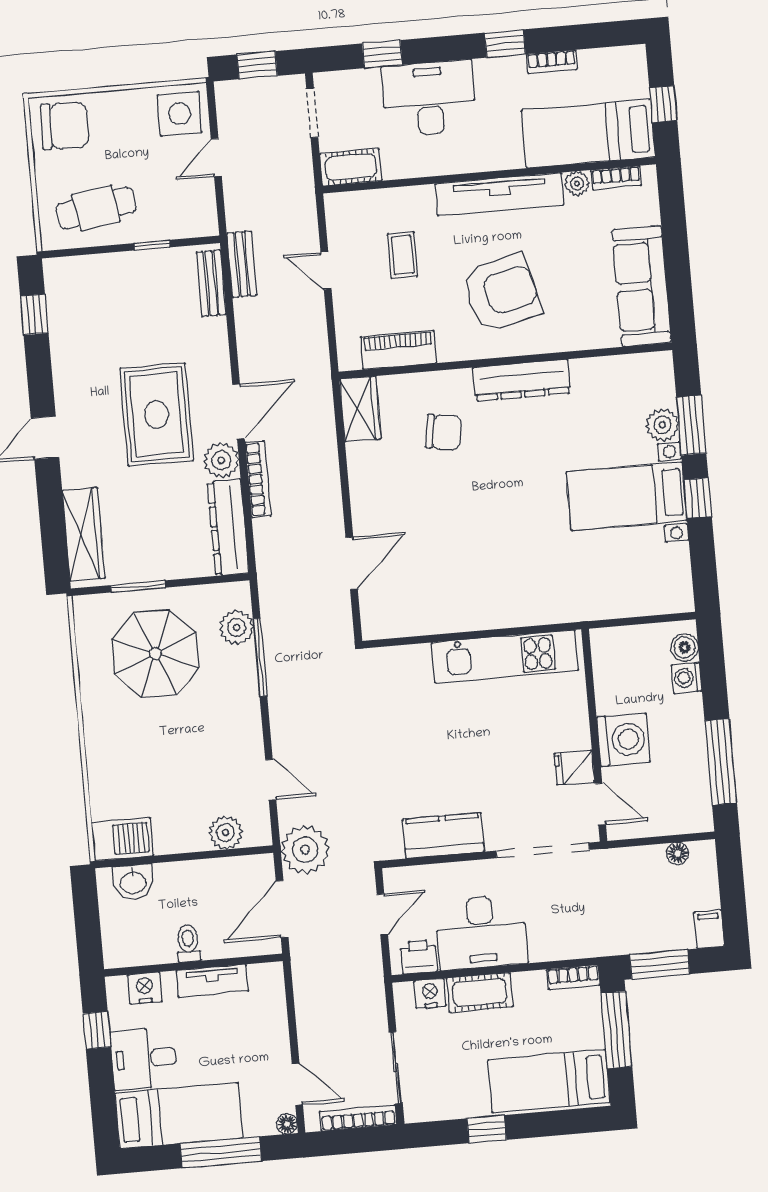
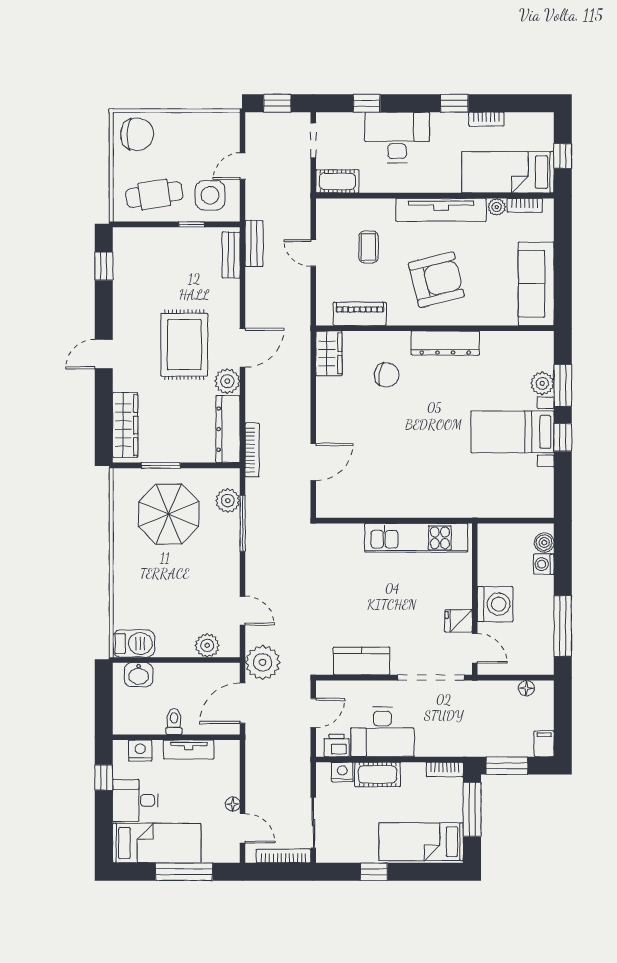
side table: (180, 114) -> (210, 195), moved
bookcase: (258, 479) -> (252, 450), moved
floor lamp: (287, 1124) -> (233, 804), moved

